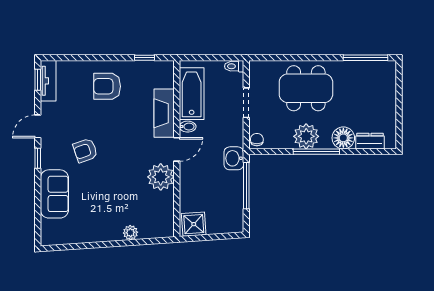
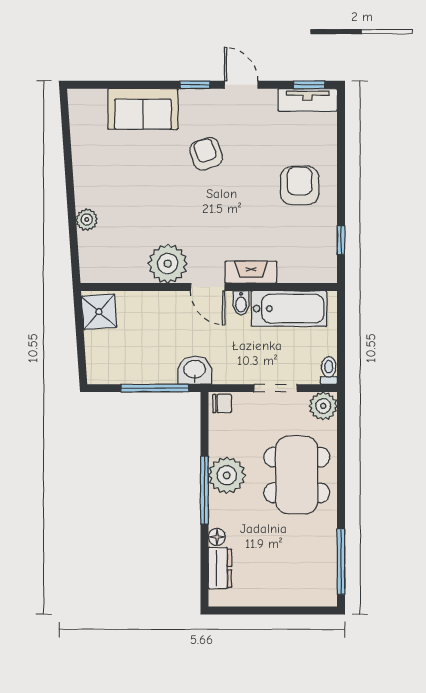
plant: (259, 70) -> (323, 406), added
fireplace: (164, 113) -> (251, 272), width x0.73, depth x0.76
floor lamp: (343, 138) -> (217, 537), width x0.53, depth x0.53

